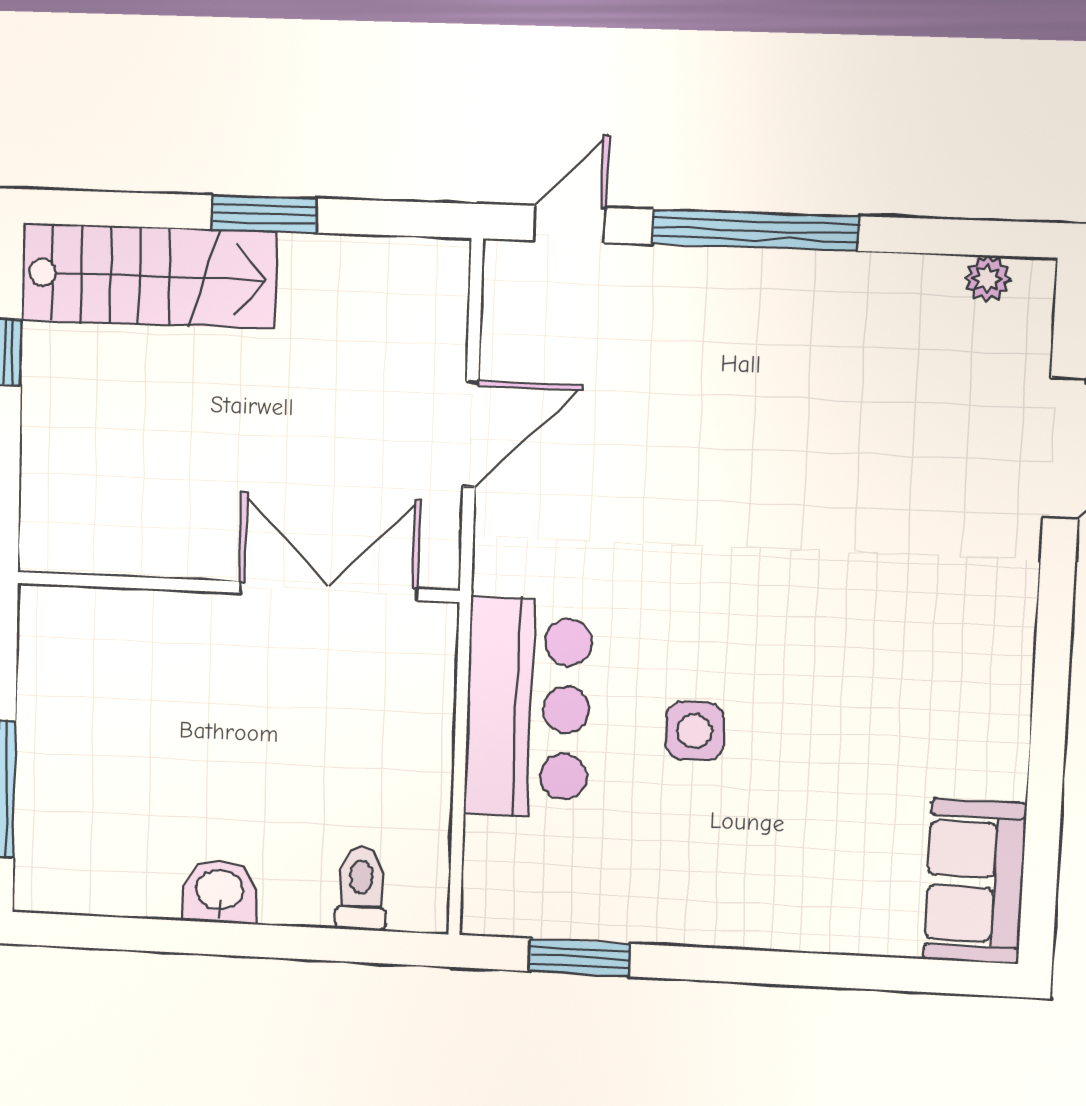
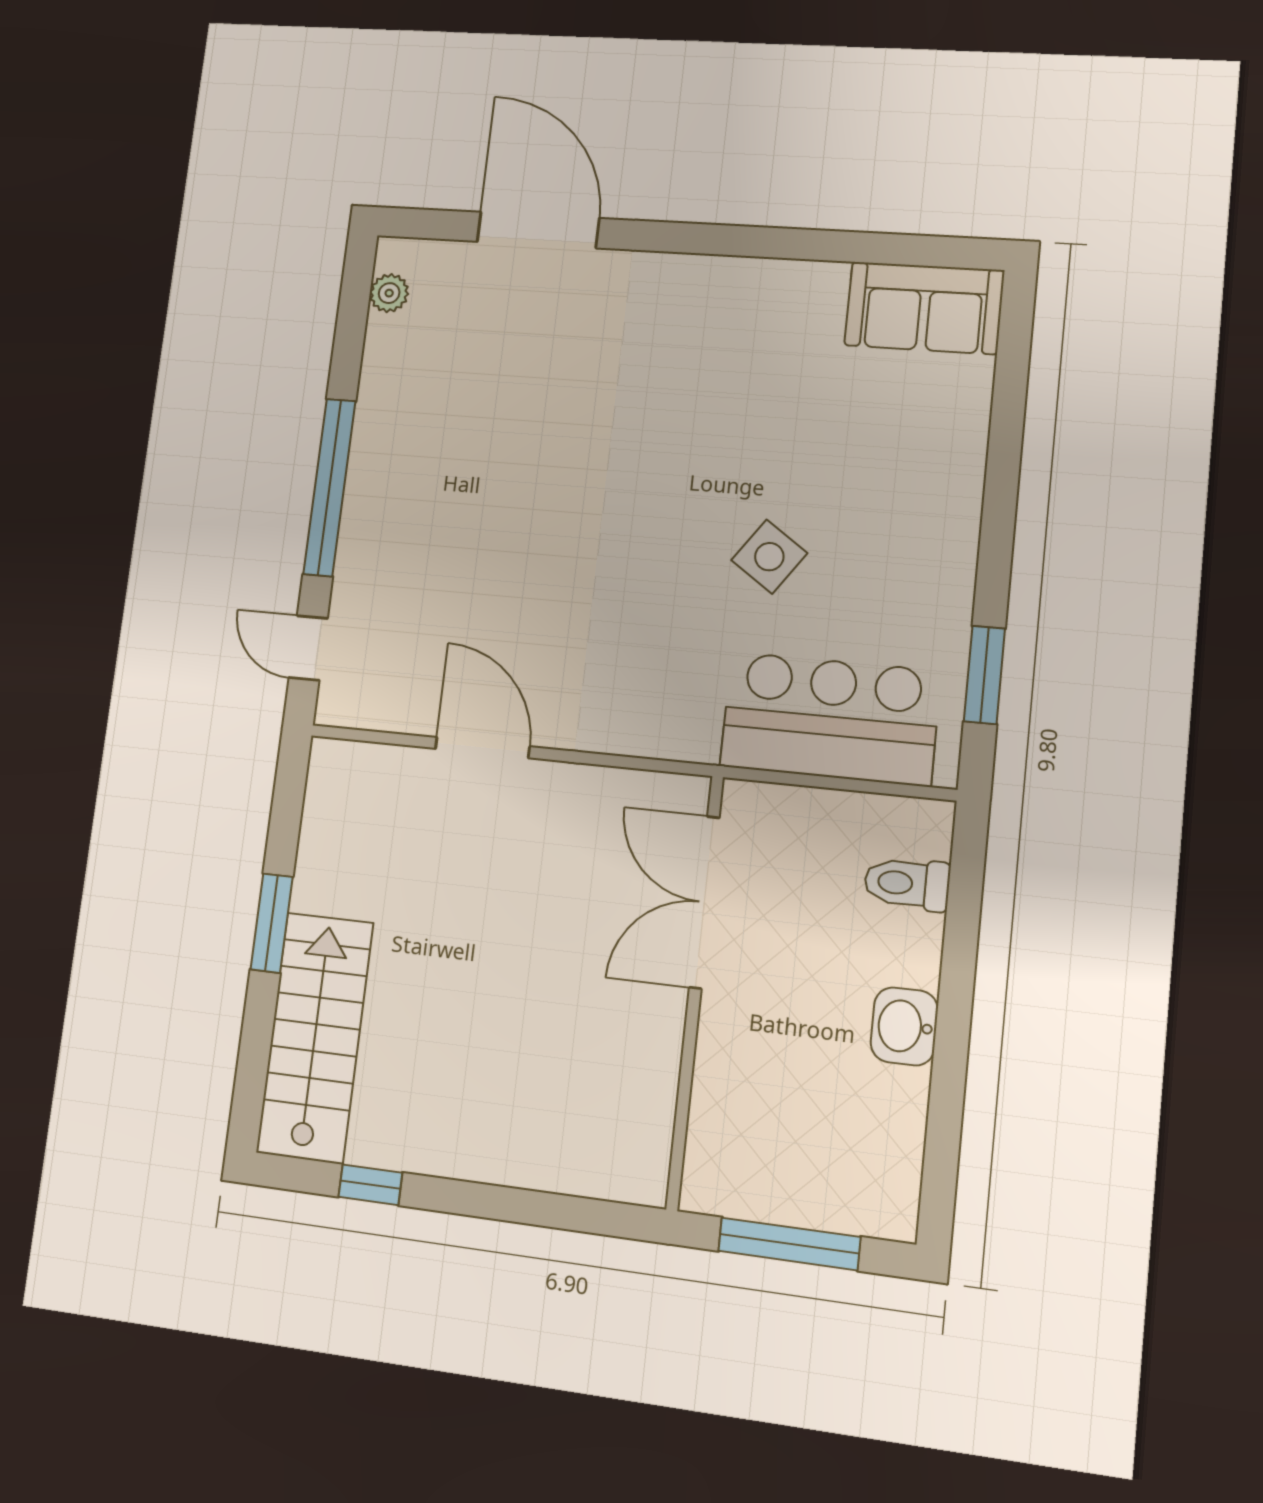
wall: (237, 587) -> (695, 991), moved
double door: (328, 591) -> (704, 902), moved
bar counter: (528, 708) -> (830, 719), moved
side table: (695, 731) -> (769, 557), turned 35

